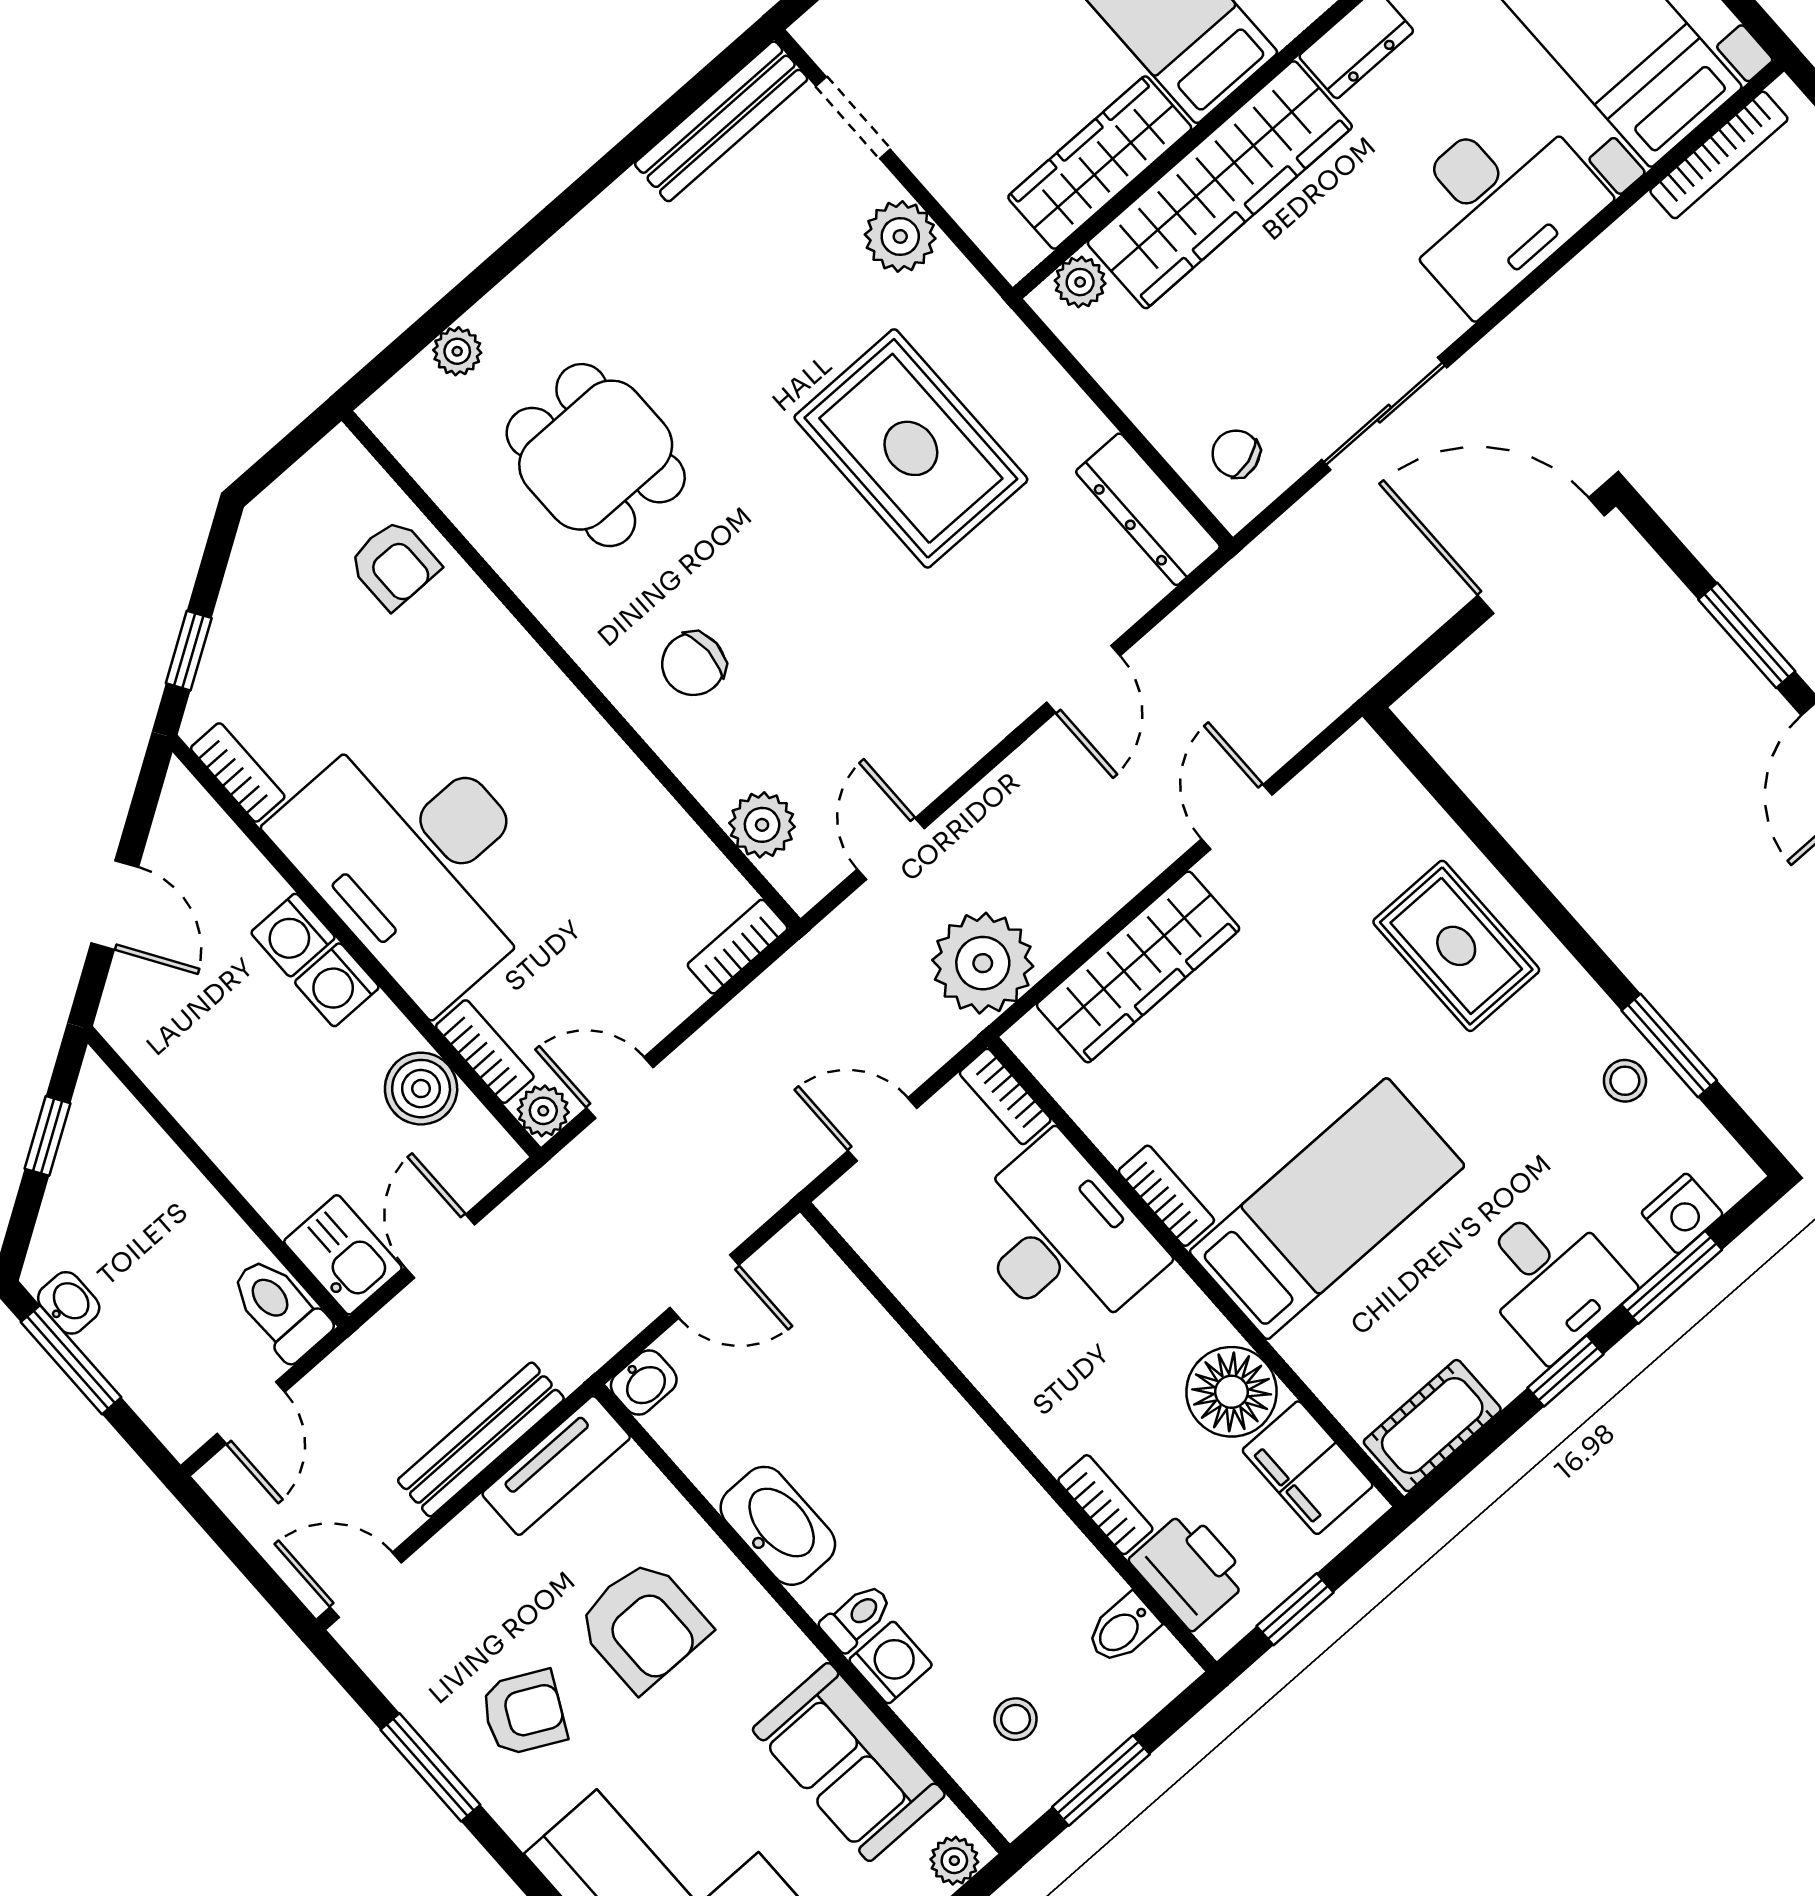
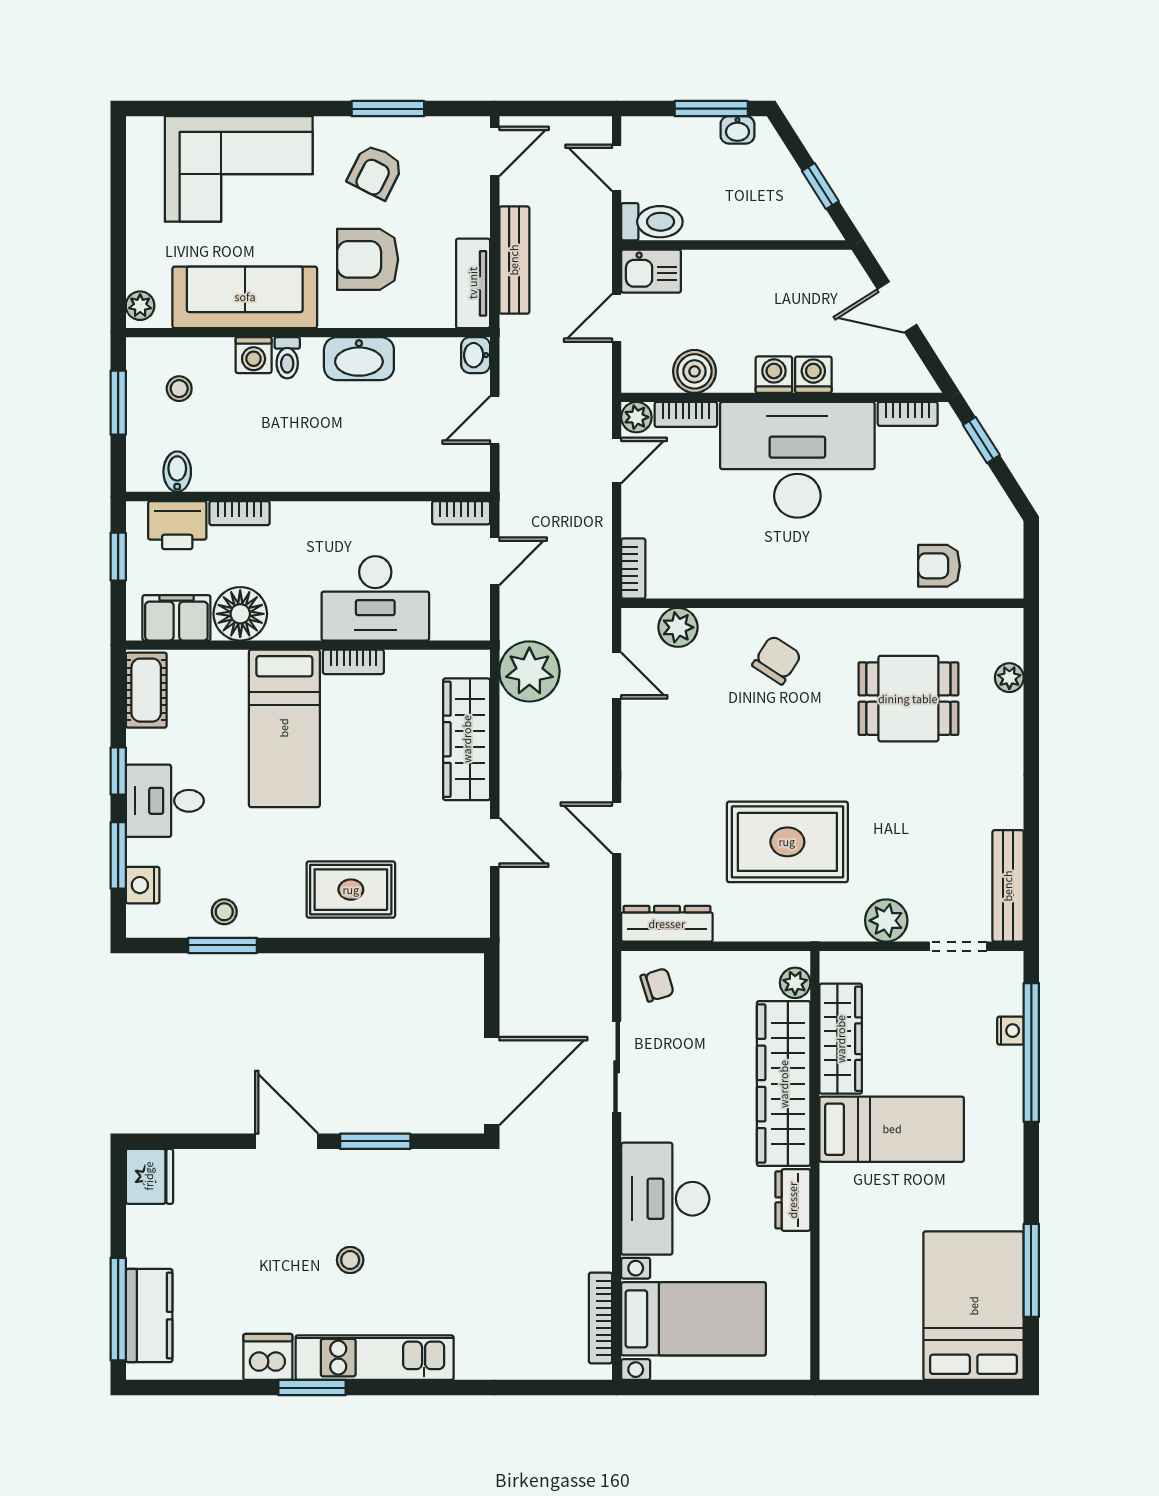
chair: (693, 664) -> (777, 660), turned 33
bookcase: (1005, 1096) -> (461, 513), moved, turned 180
door: (440, 1246) -> (617, 318), swing flipped
sofa: (849, 1762) -> (245, 297), width x1.36

